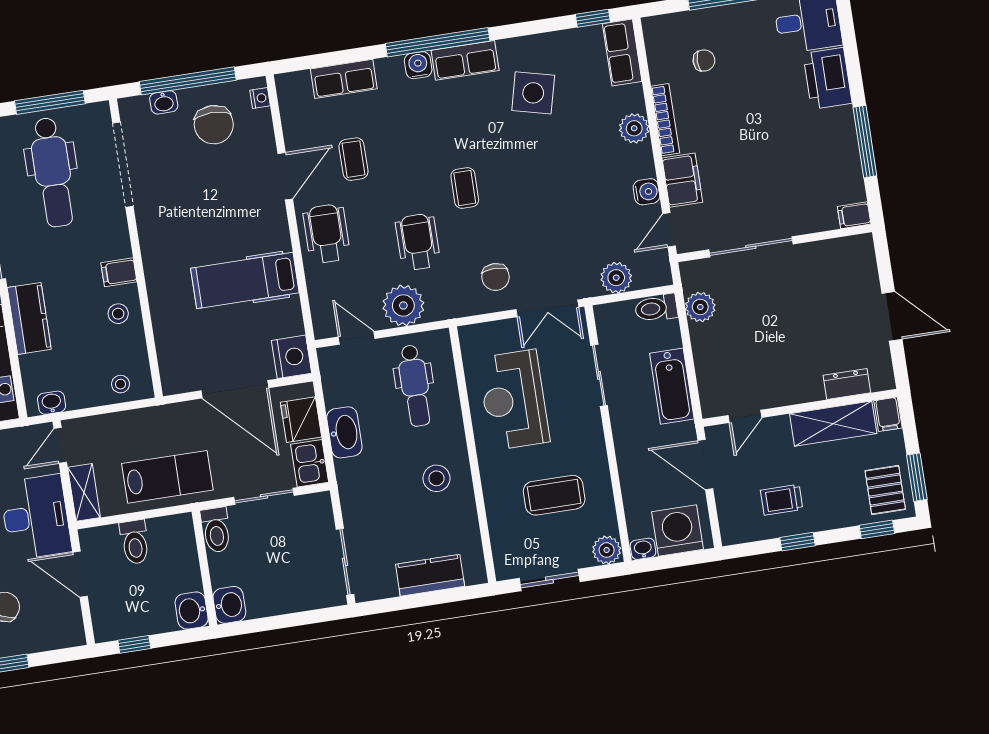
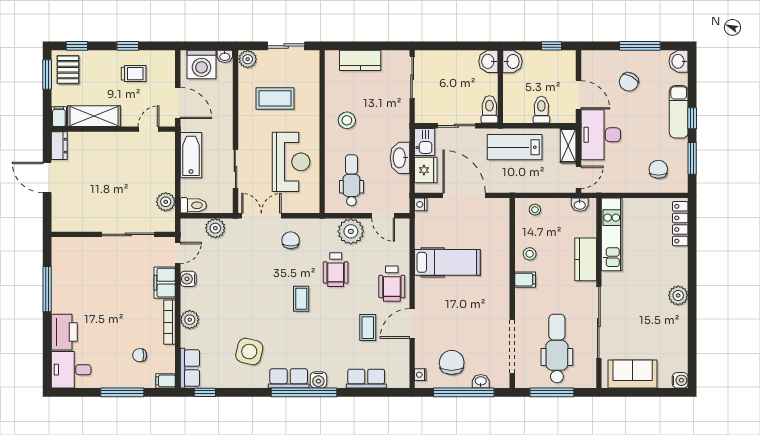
filing cabinet: (854, 215) -> (166, 381), moved, turned 180
nightstand: (291, 357) -> (421, 204), width x0.53, depth x0.56
dresser: (847, 384) -> (59, 146), moved, turned -90

